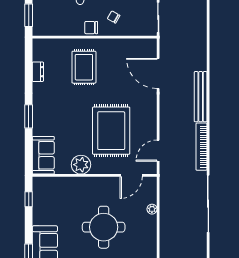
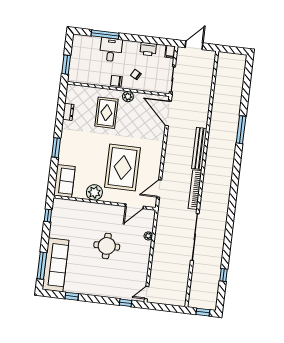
plant: (107, 45) -> (128, 97), added
door: (158, 73) -> (168, 113), moved
round table: (104, 227) -> (107, 246), width x0.73, depth x0.73

